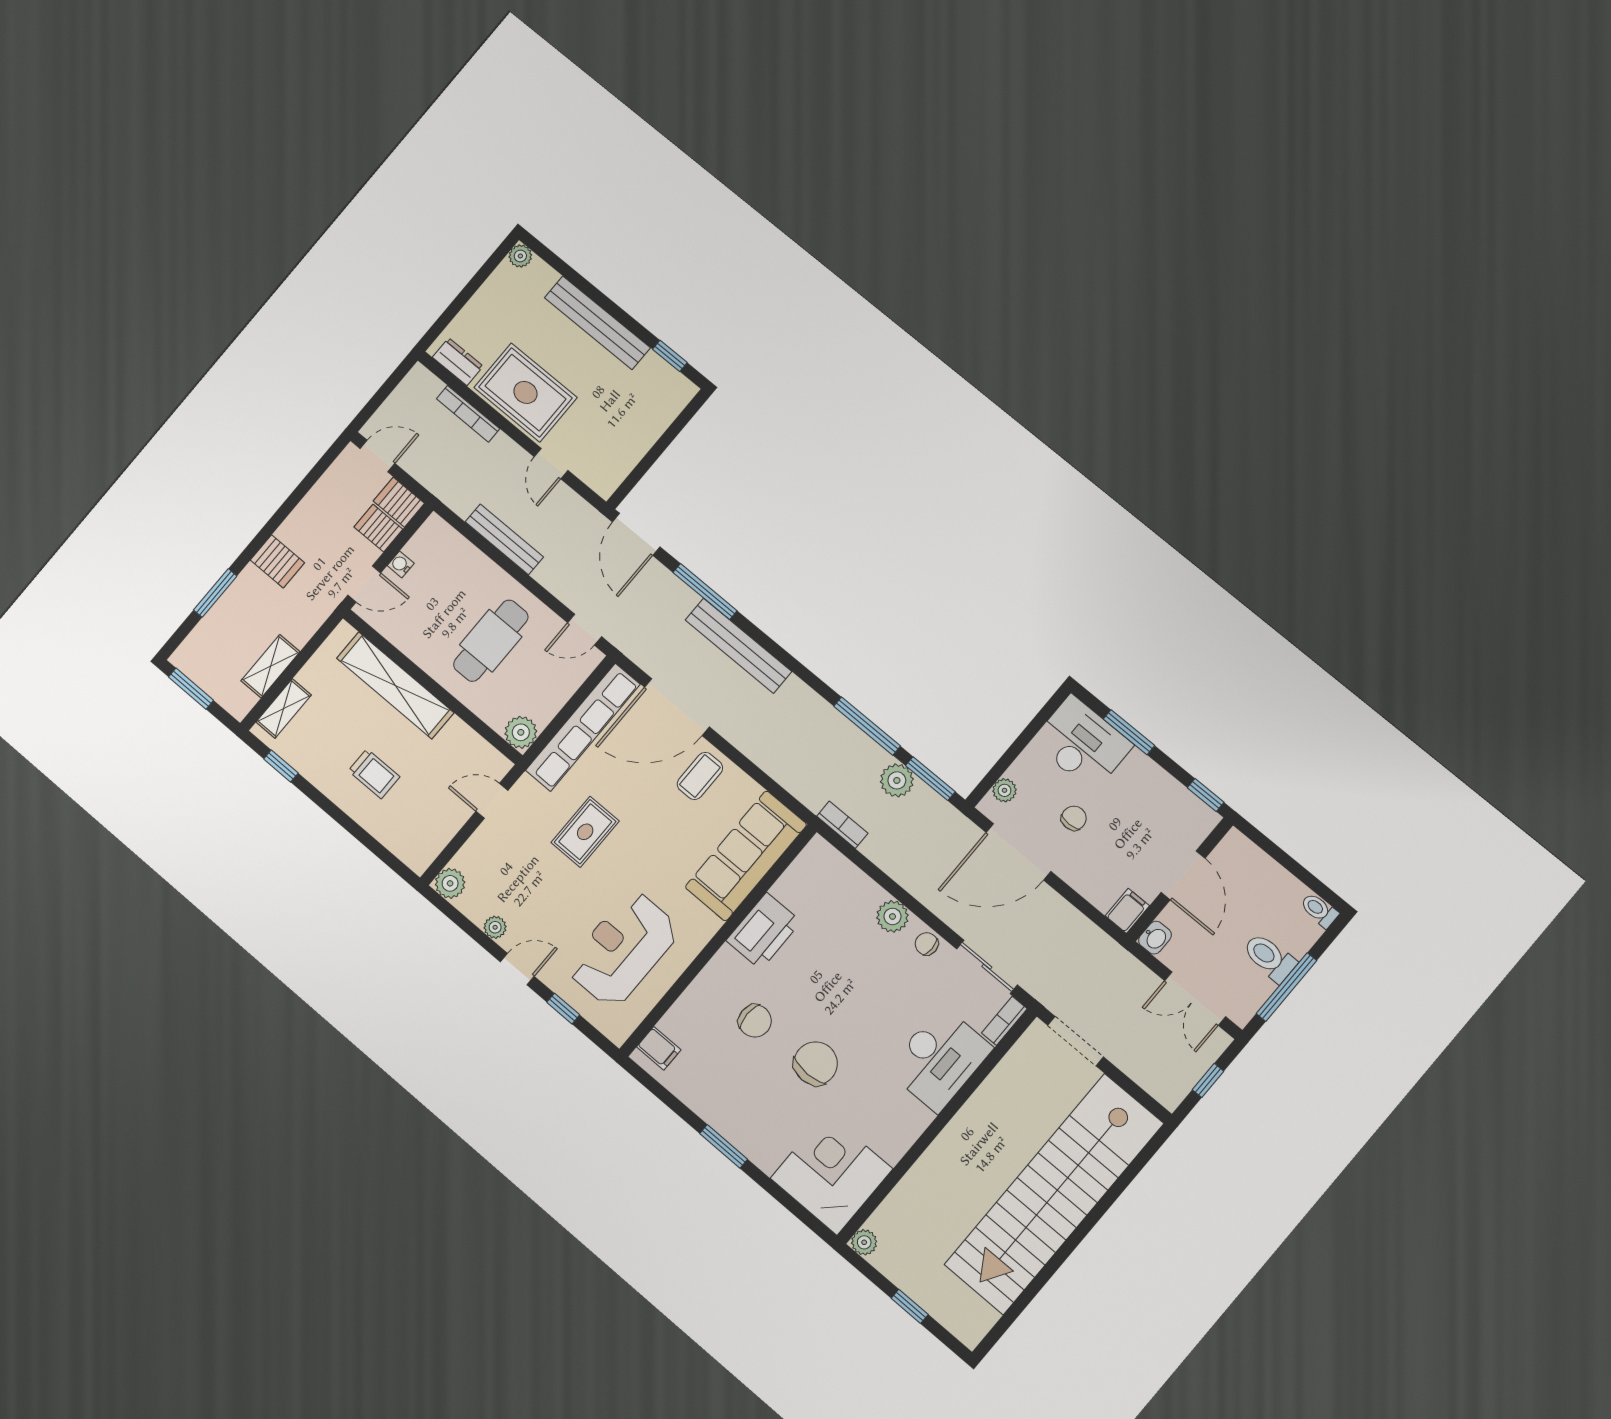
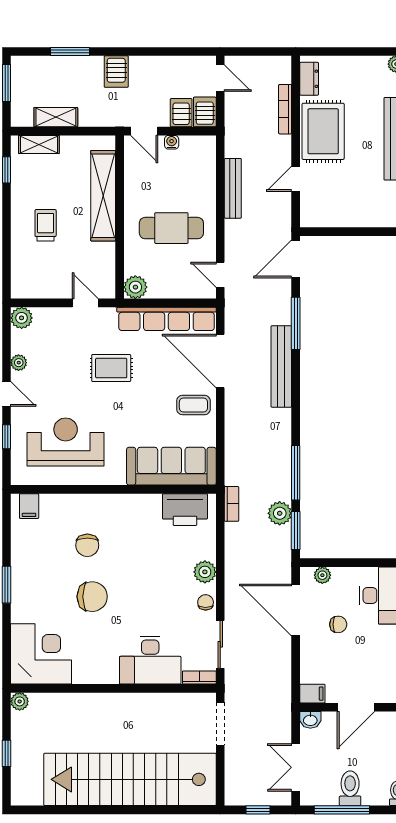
trolley: (374, 774) -> (46, 225), turned 180
printer: (764, 931) -> (185, 510), moved

